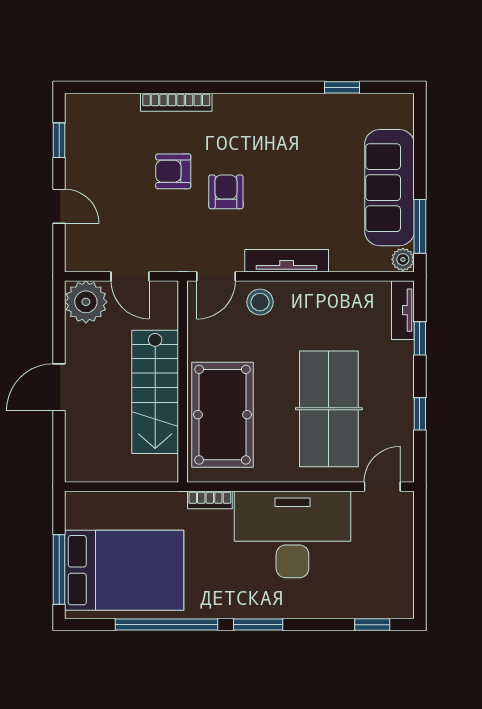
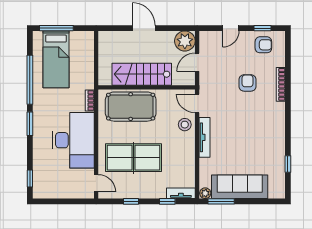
armchair: (226, 192) -> (263, 45), moved
bed: (124, 570) -> (56, 59), width x0.67

